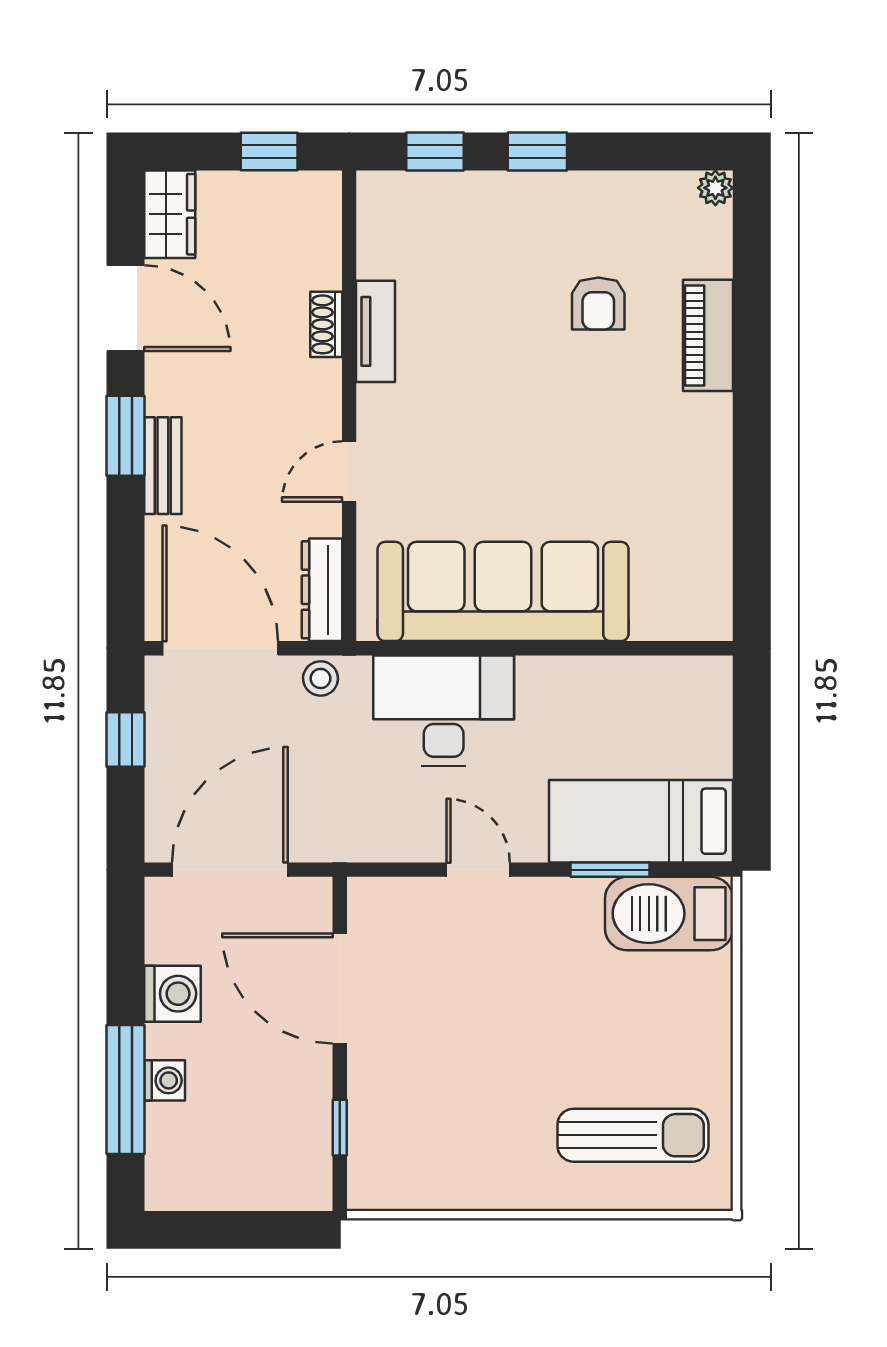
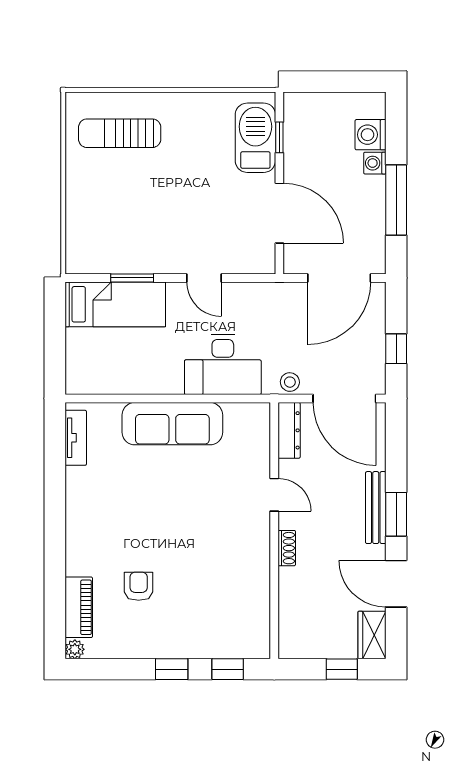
window: (269, 151) -> (342, 669), moved
shoe rack: (326, 324) -> (287, 548), moved
tv unit: (376, 331) -> (76, 438), moved, turned 180
piano: (708, 335) -> (79, 607), moved
bench: (163, 466) -> (376, 508), width x1.36
door: (349, 472) -> (274, 495), hinge flipped
sofa: (503, 591) -> (172, 424), width x0.74, depth x0.79
barbecue: (669, 914) -> (255, 138), moved, turned -90
washing machine: (172, 994) -> (371, 135), moved
window: (125, 1089) -> (396, 200), moved

